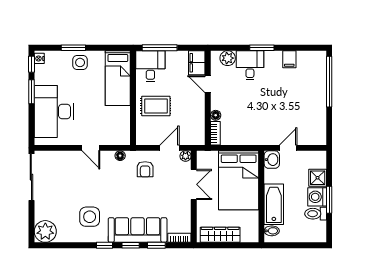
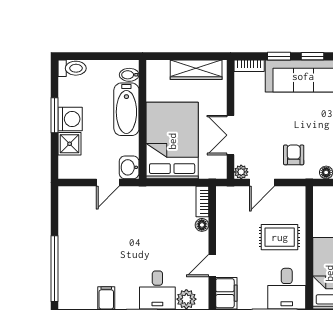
door: (208, 84) -> (212, 265), swing flipped
toilet: (316, 214) -> (72, 68), moved

